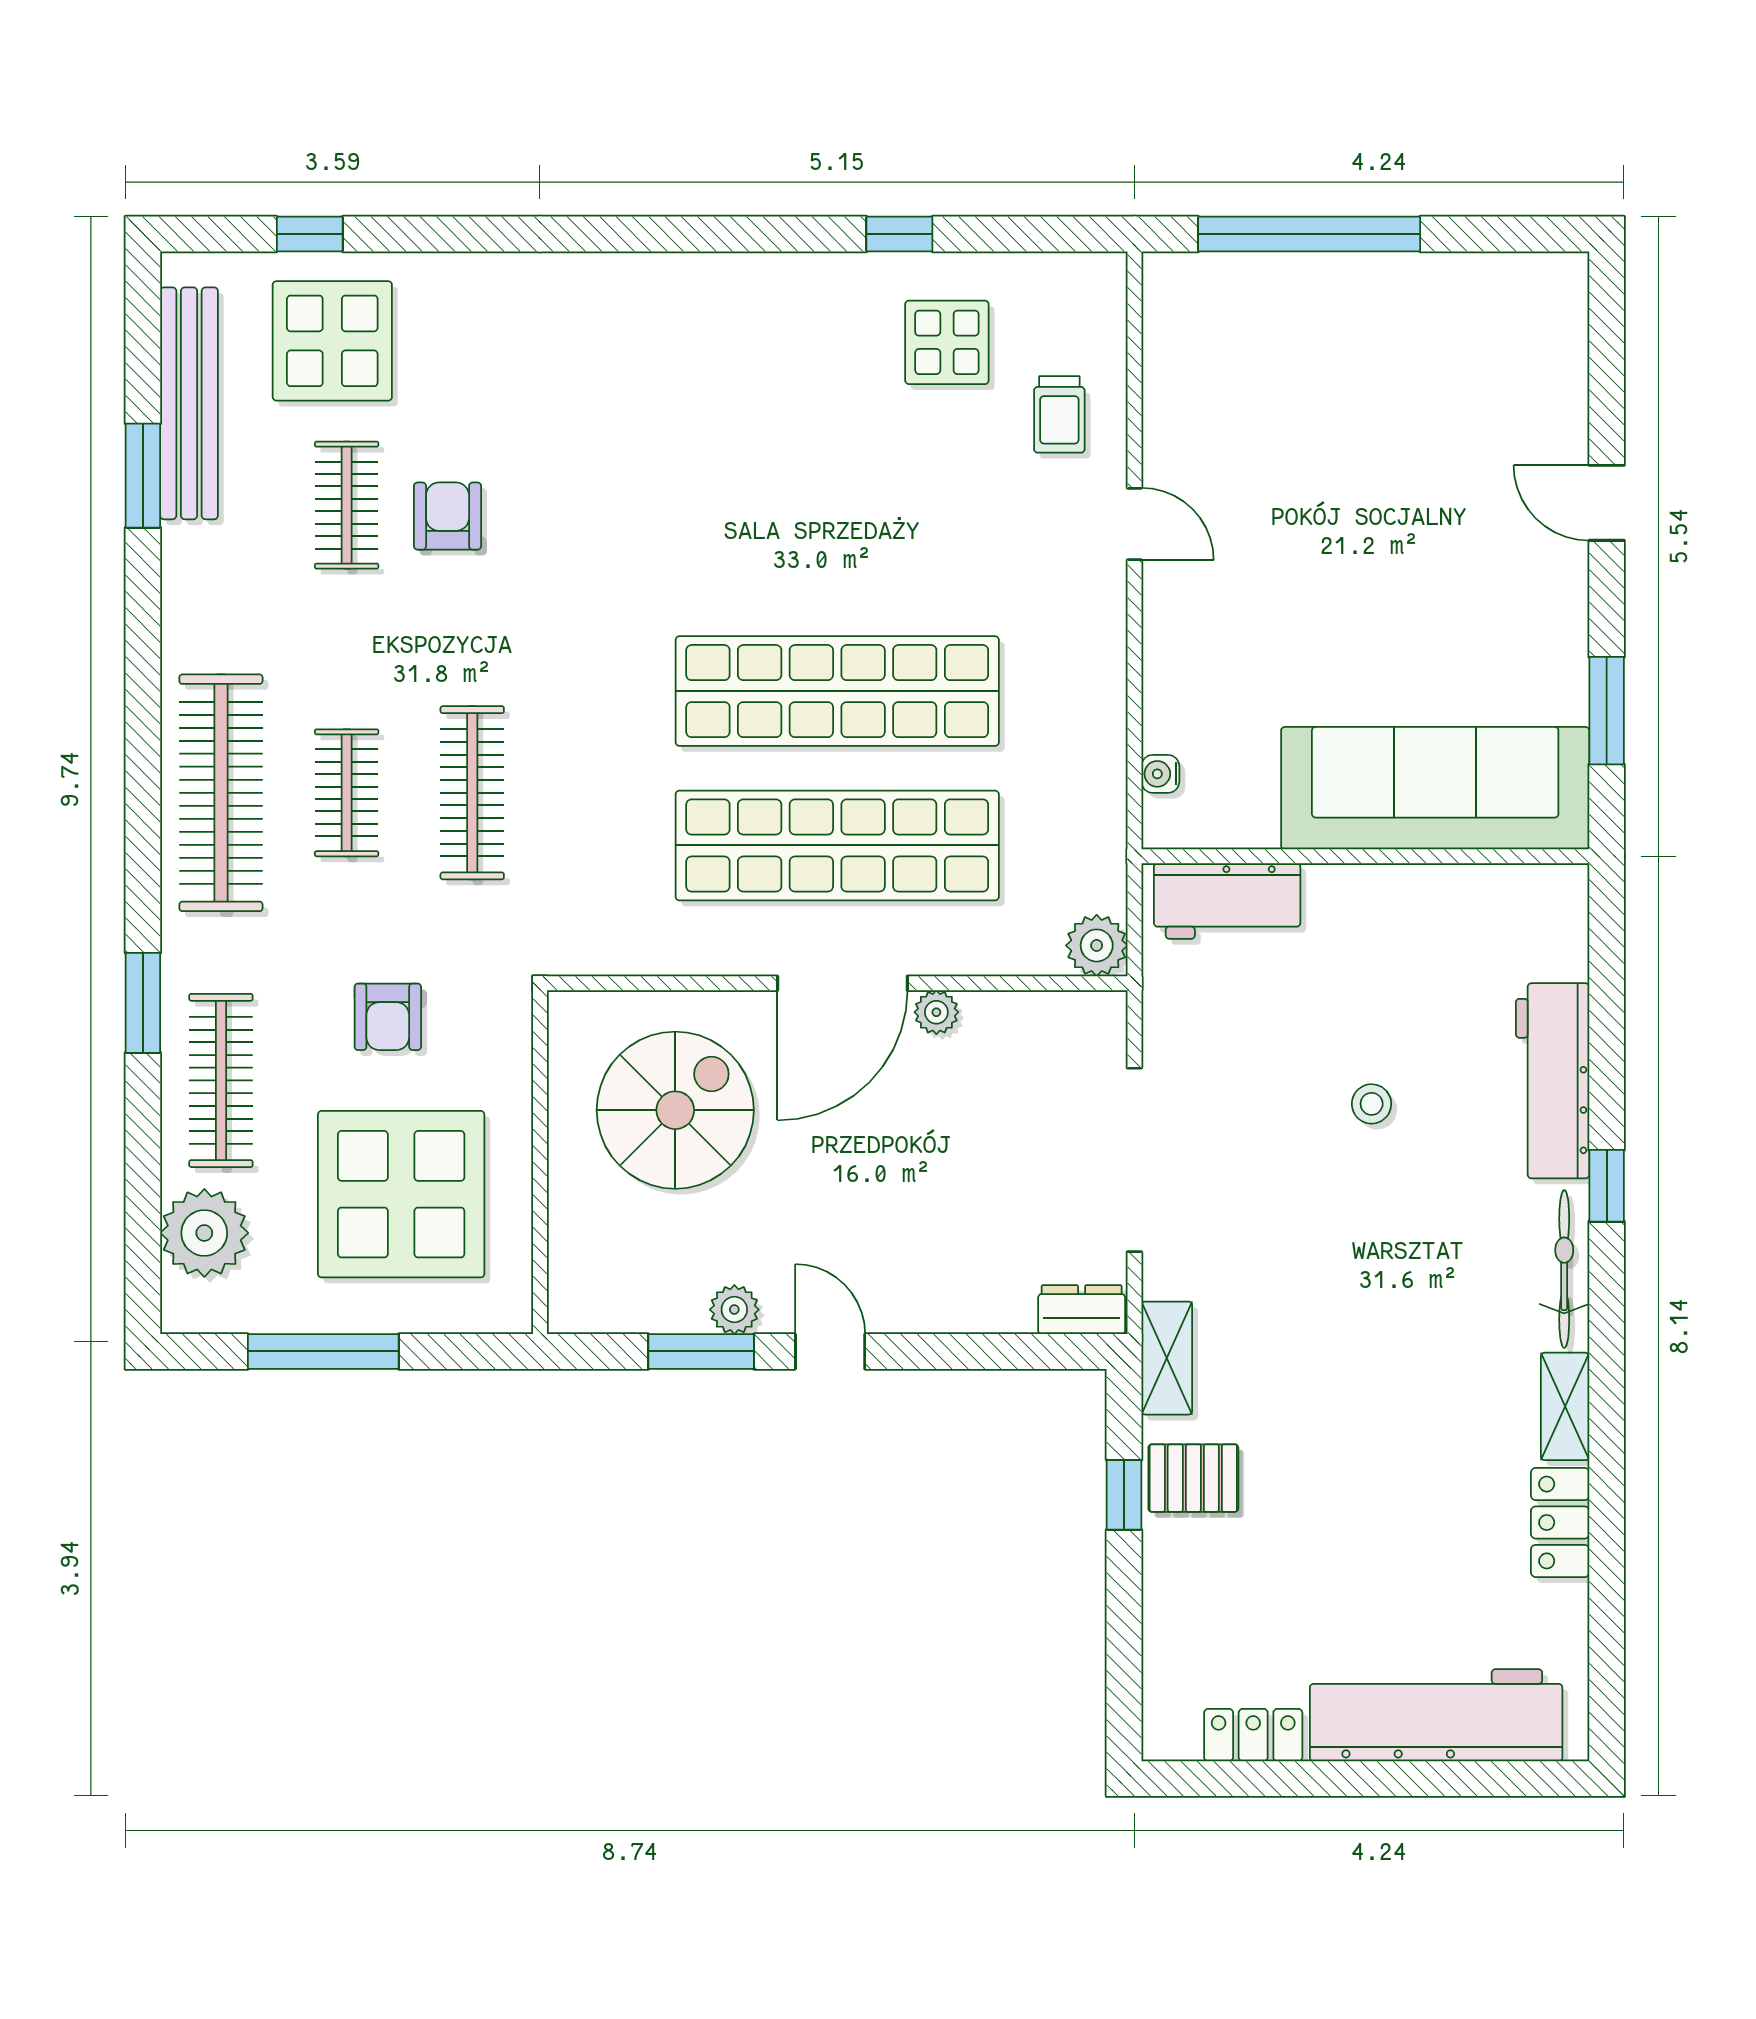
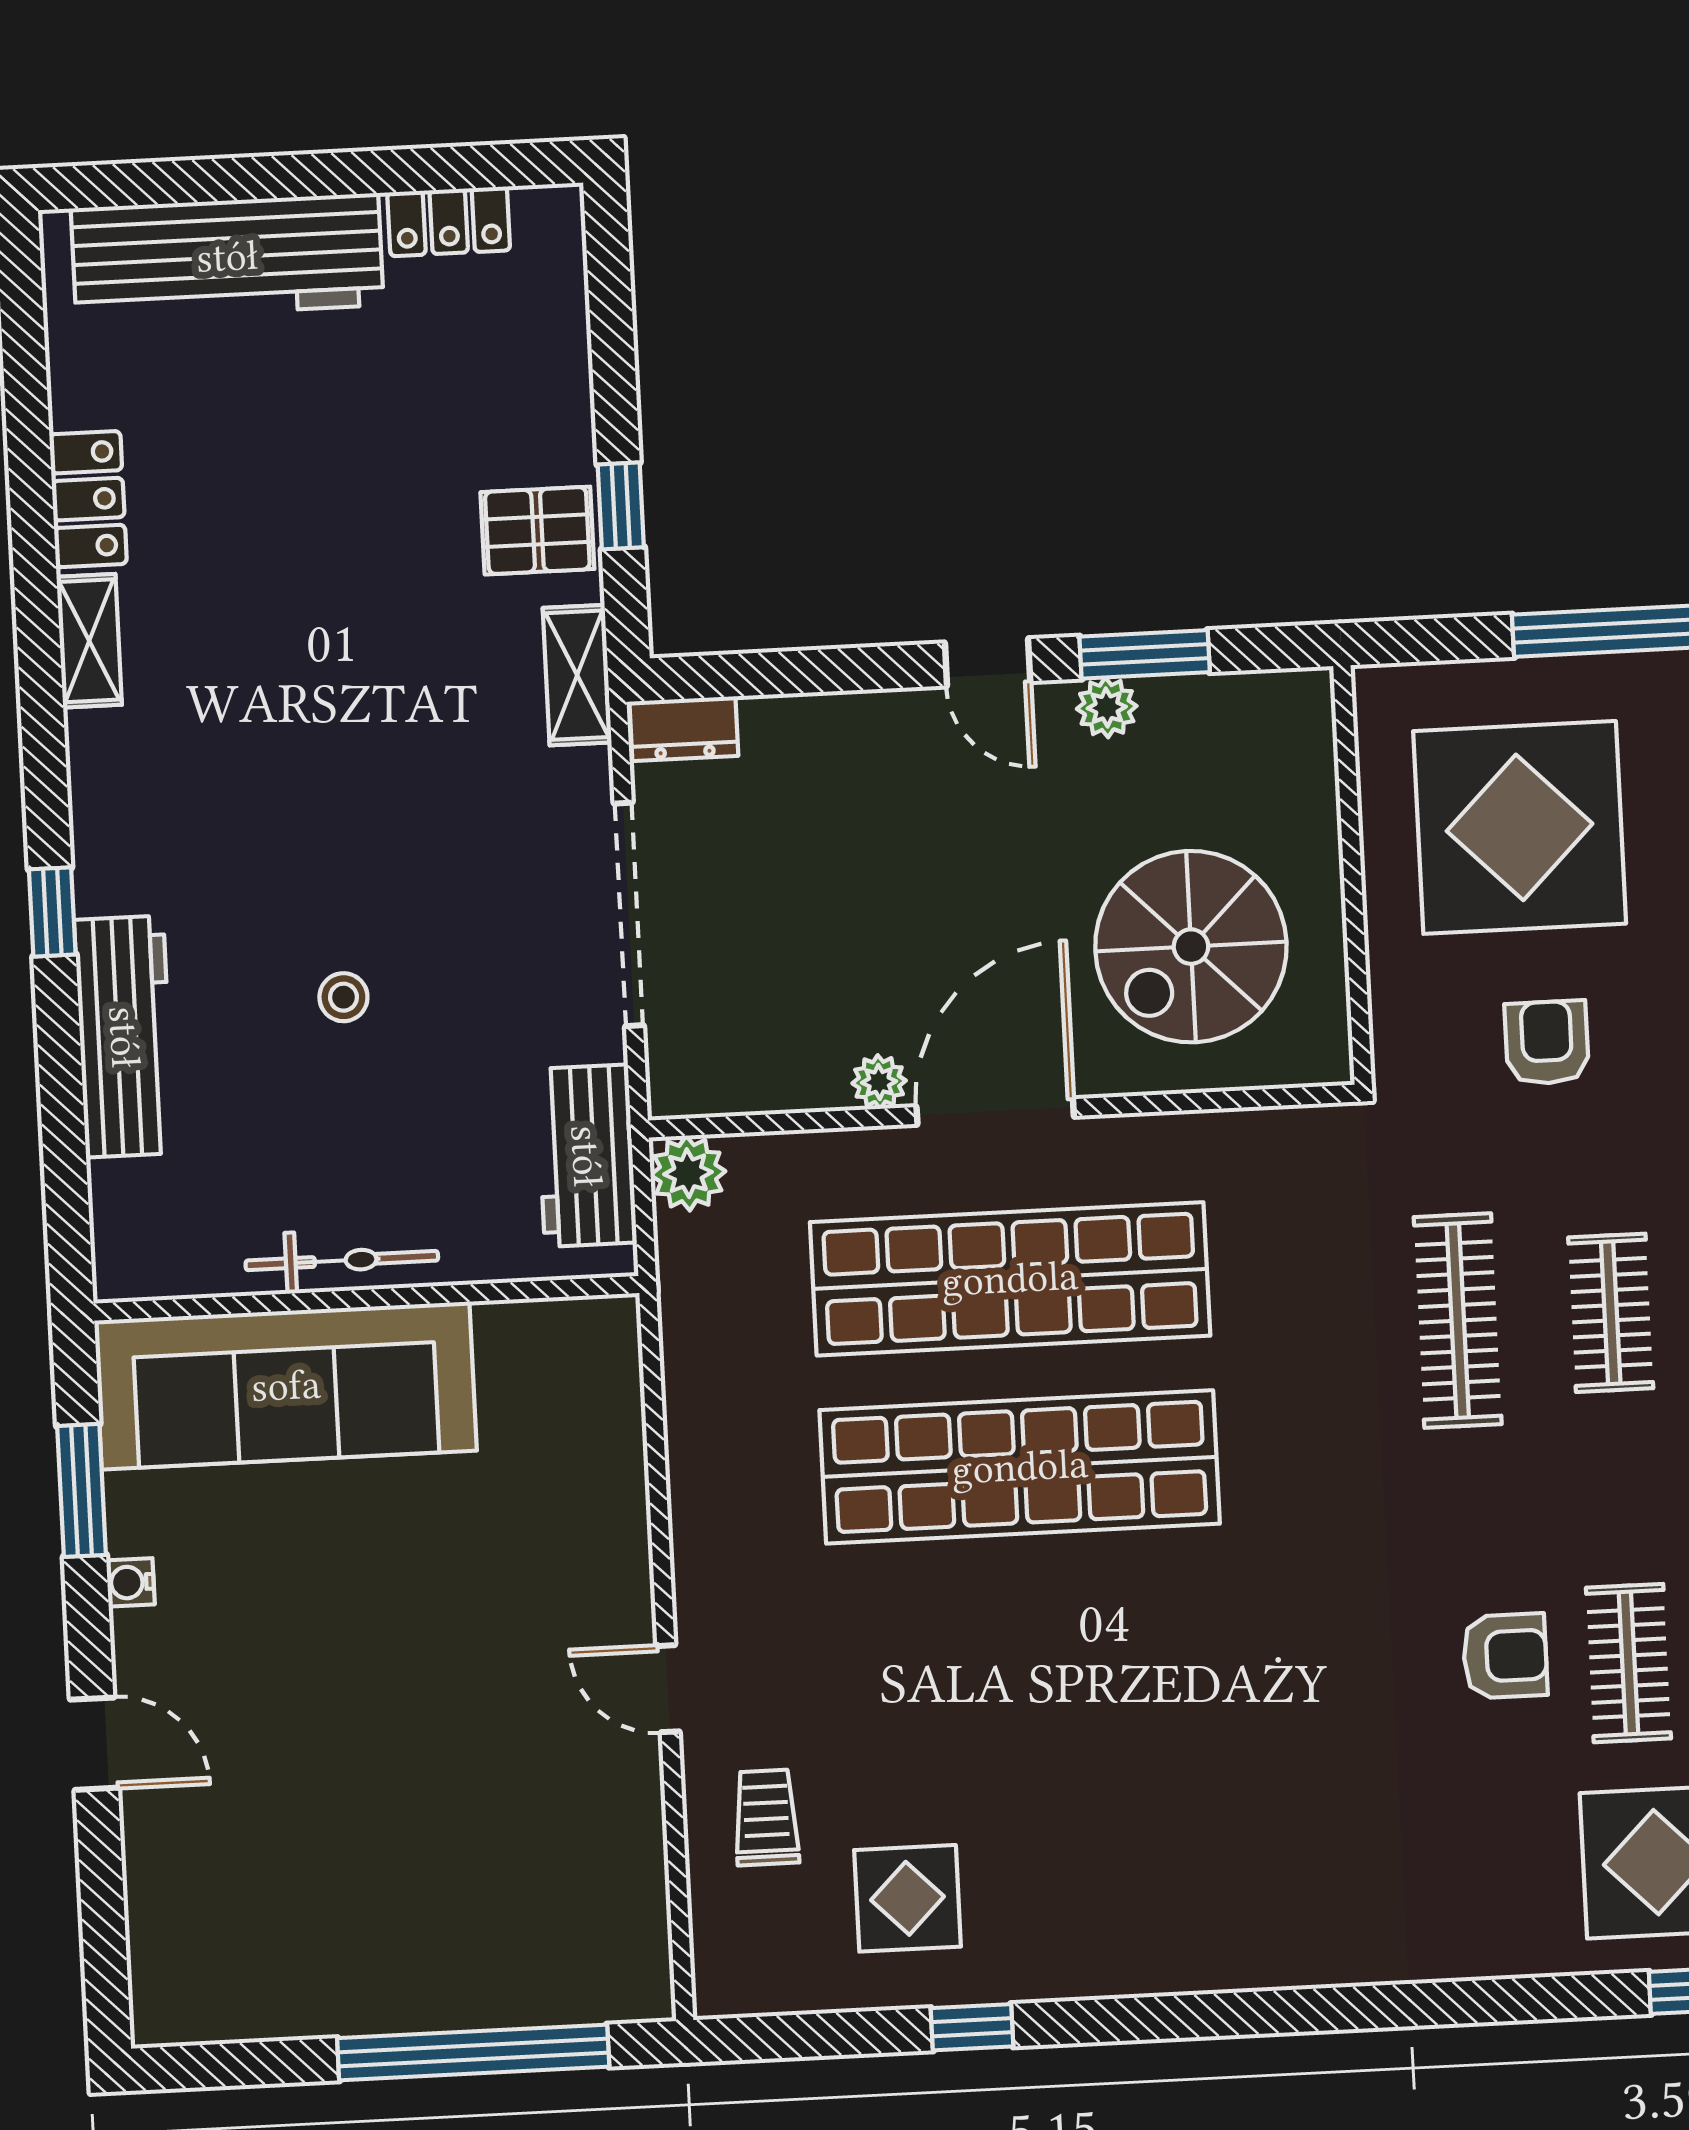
armchair: (448, 516) -> (1505, 1656), turned -90
water cooler: (1160, 774) -> (131, 1582), moved, turned 180
workbench: (1227, 901) -> (586, 1156), moved, turned -90
bicycle: (1564, 1269) -> (342, 1261), moved, turned -90

